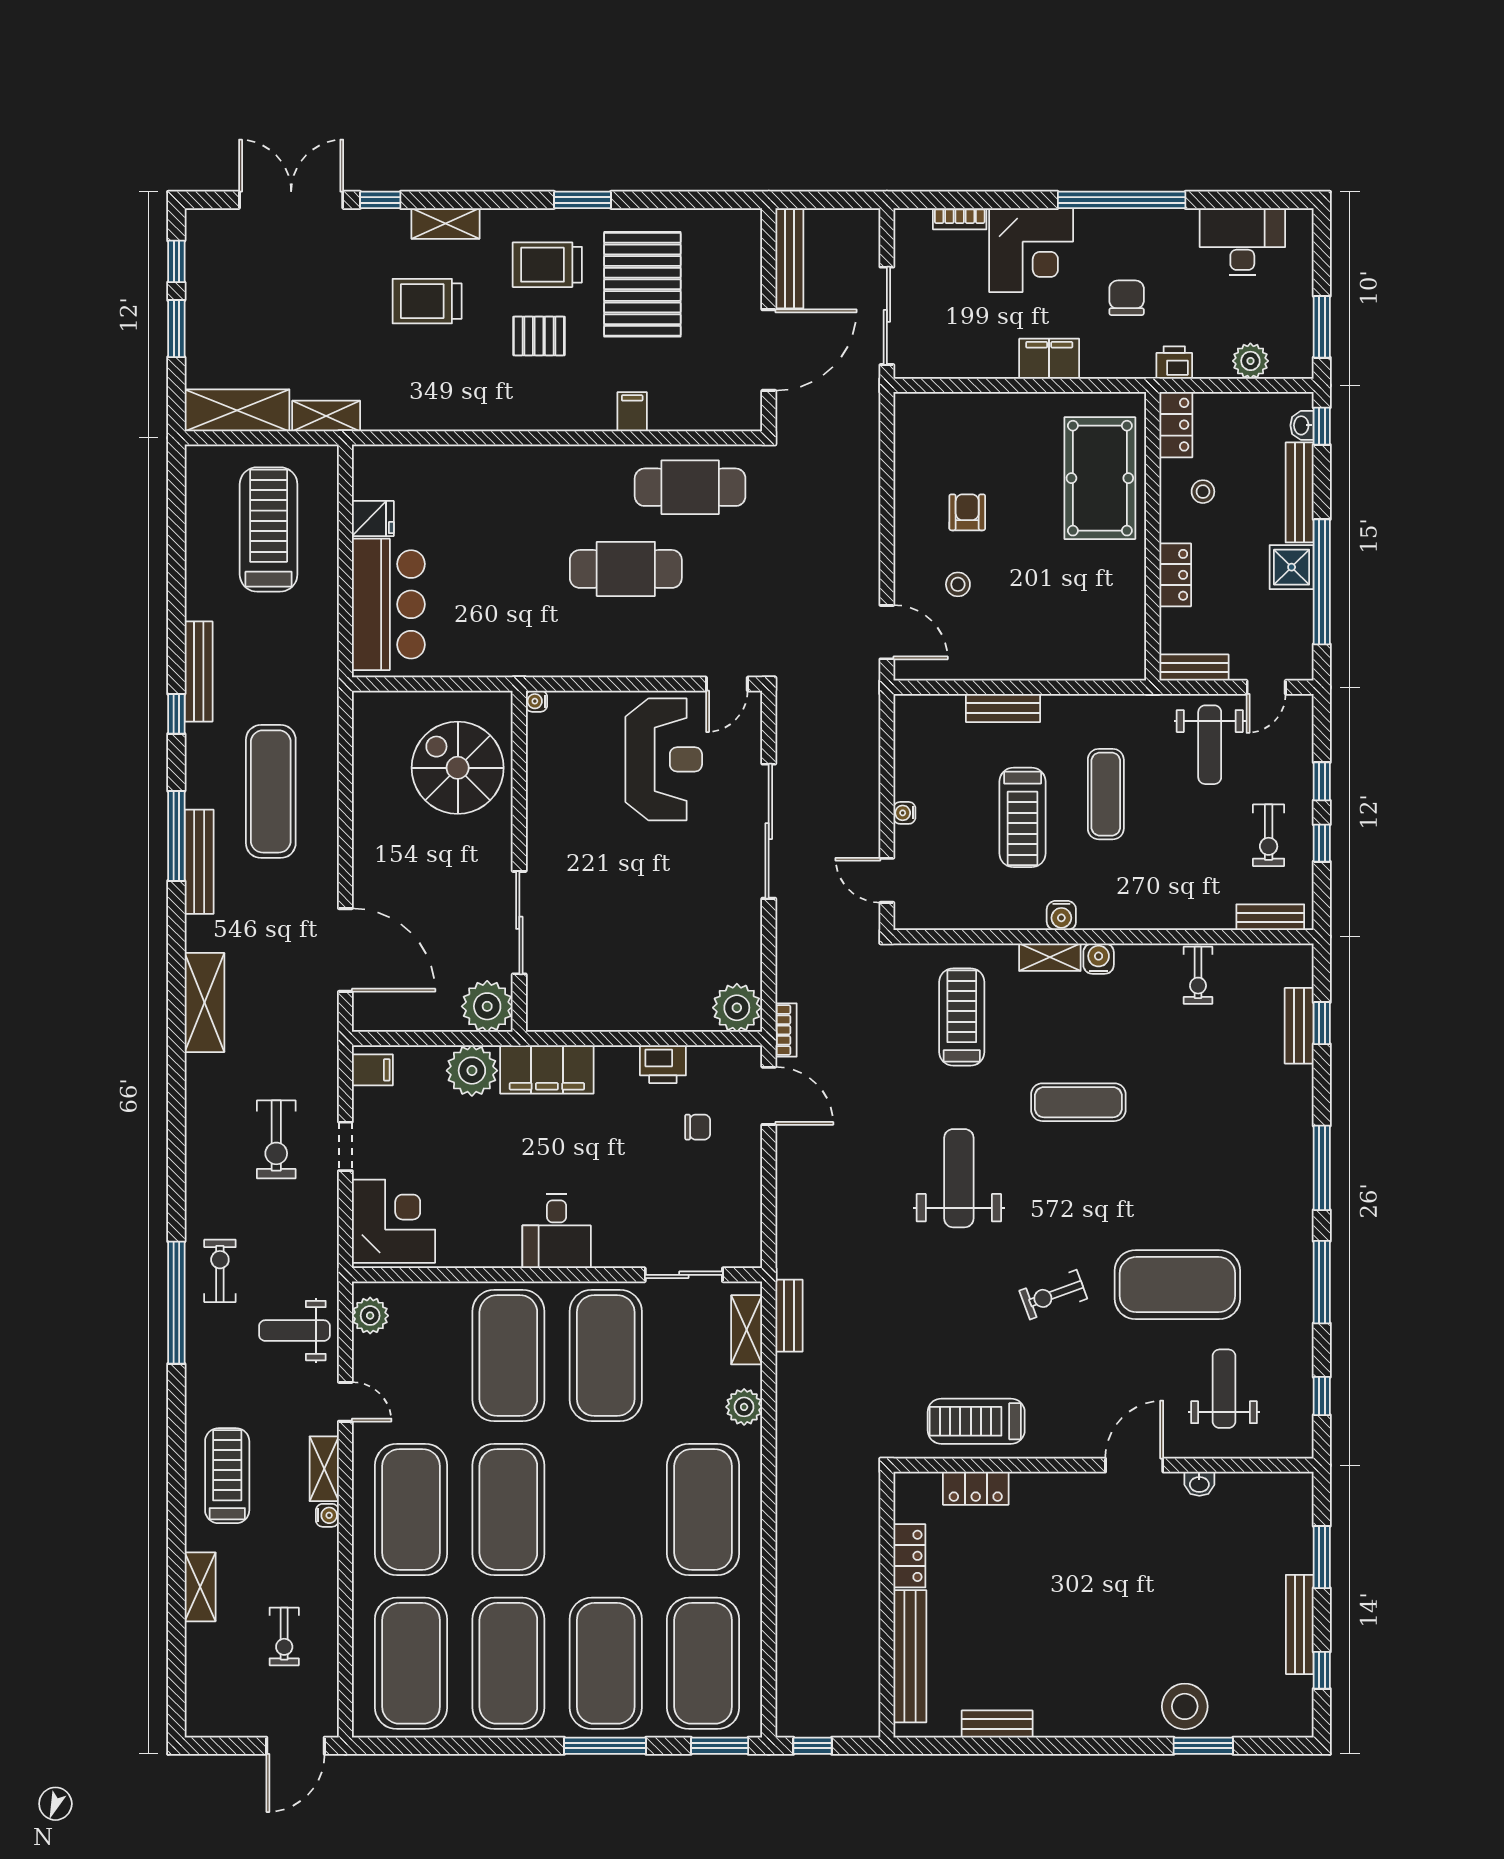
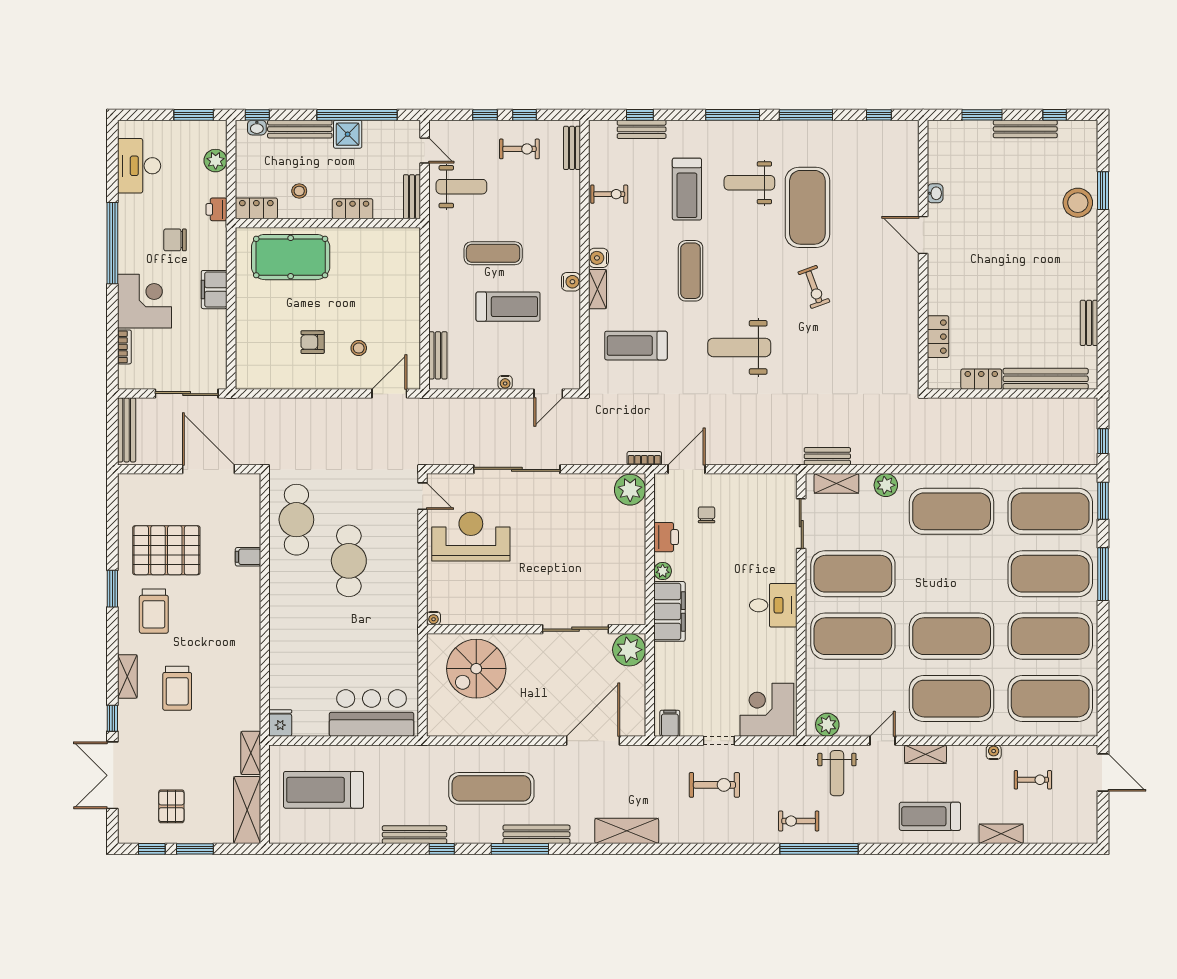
bench: (789, 258) -> (127, 430), moved, turned 90
pallet: (539, 336) -> (171, 806), moved
fridge: (373, 518) -> (280, 723), moved
bench: (1003, 708) -> (438, 355), moved
plant: (472, 1071) -> (663, 571), moved, width x0.53, depth x0.53
weight bench: (1224, 1389) -> (749, 183), moved
treadmill: (976, 1421) -> (687, 189), moved
water cooler: (327, 1515) -> (994, 752), moved

